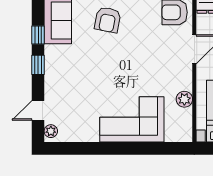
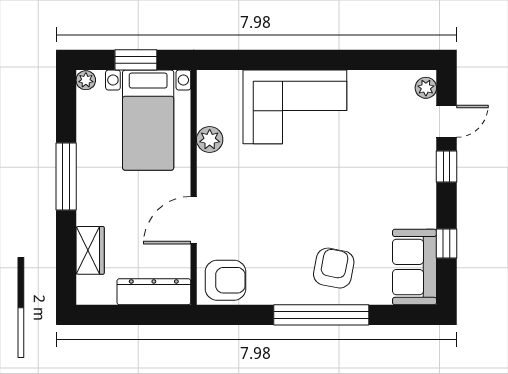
window: (38, 65) -> (446, 166), moved

